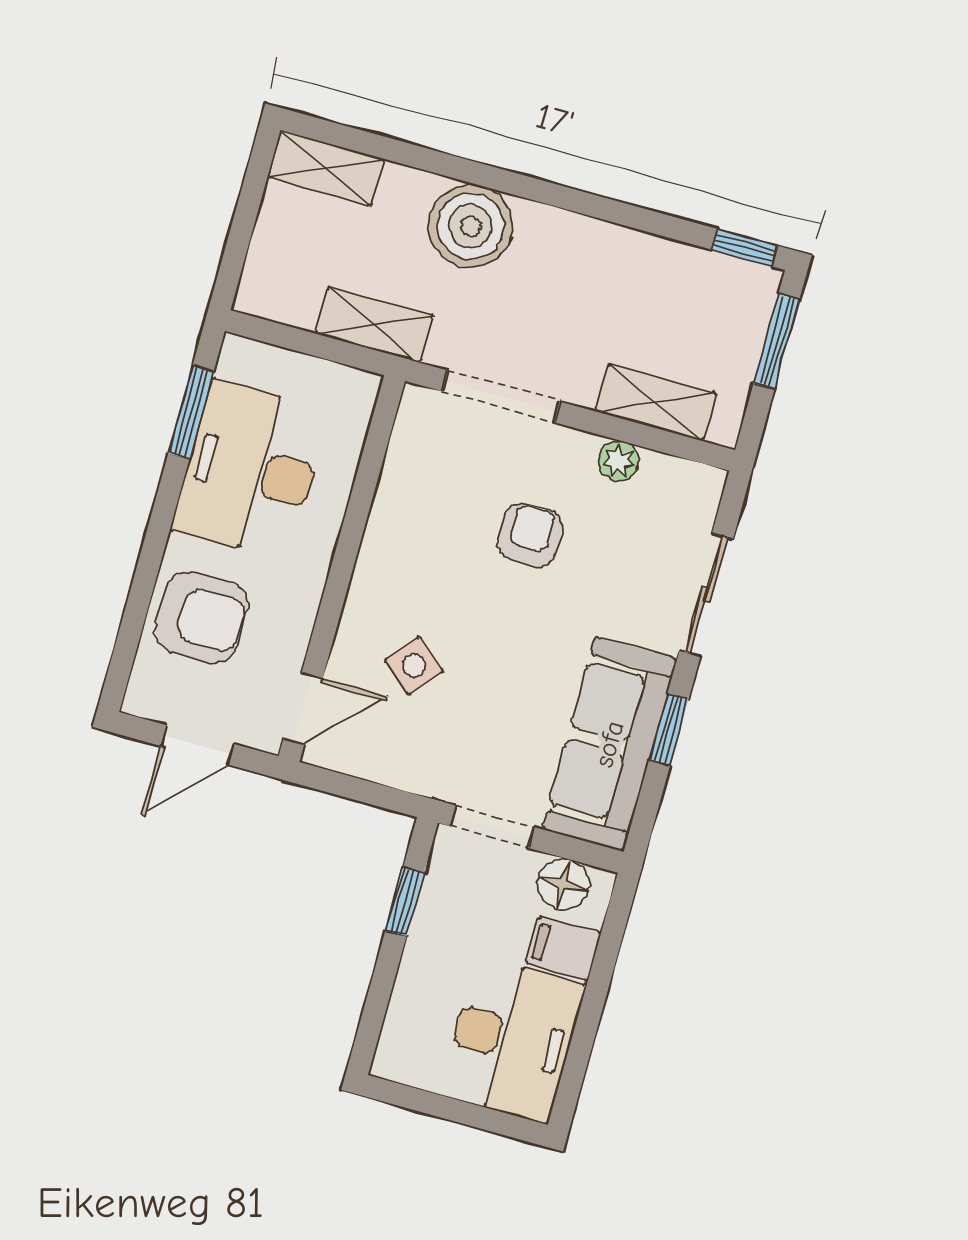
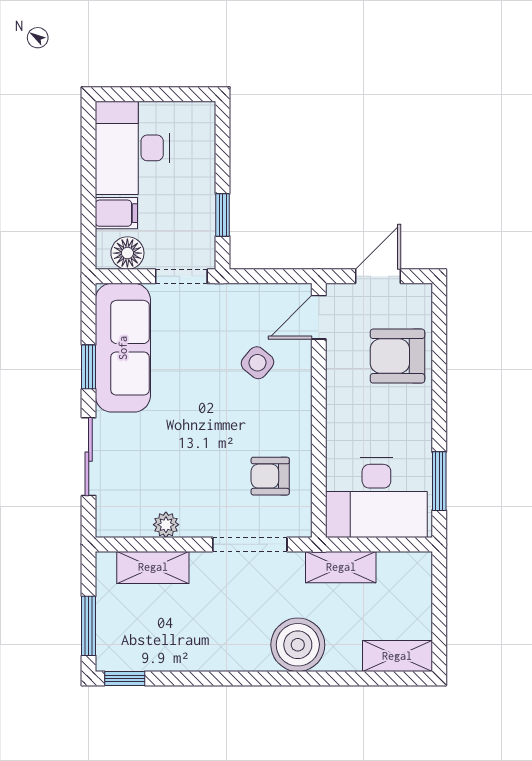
desk: (250, 470) -> (376, 498), moved, turned 90
armchair: (530, 535) -> (270, 476), moved, turned 90

